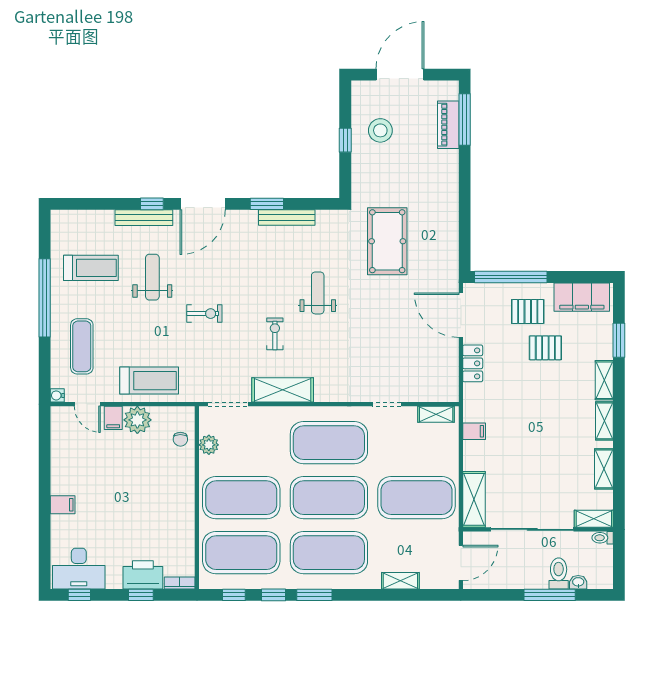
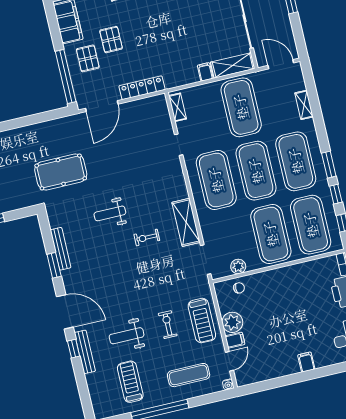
exercise bike: (204, 314) -> (168, 325), moved
locker: (473, 363) -> (142, 88), width x1.53
treadmill: (149, 381) -> (202, 321), turned 180
filing cabinet: (474, 431) -> (205, 72), moved

